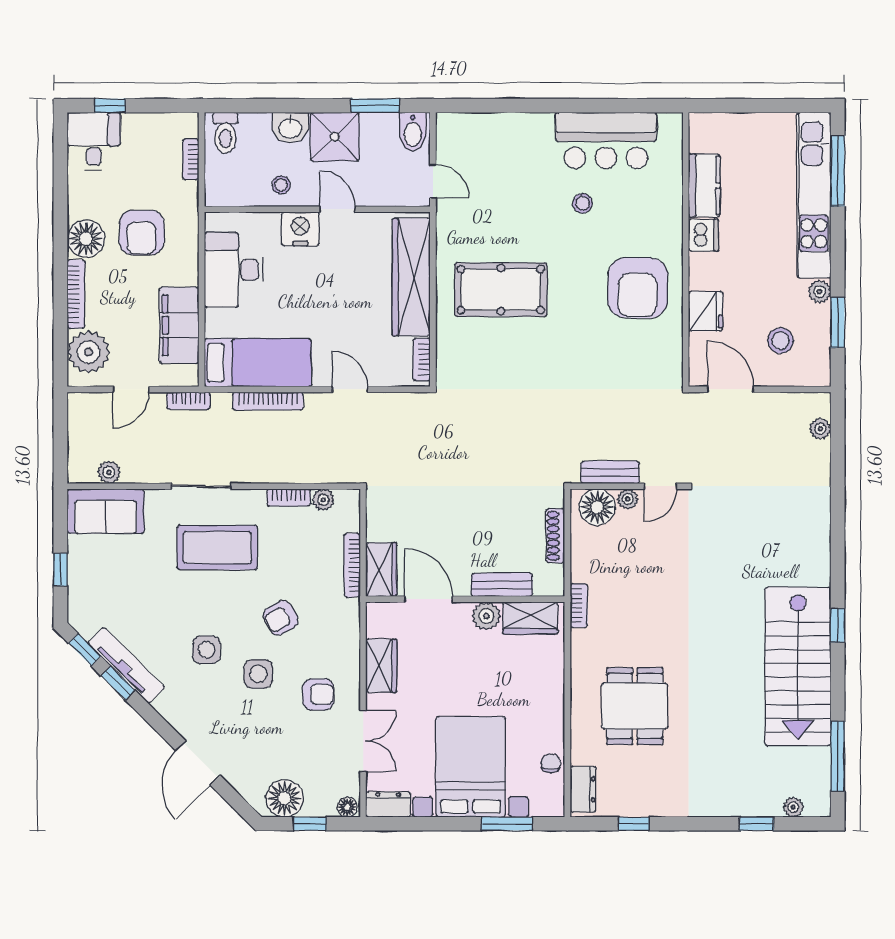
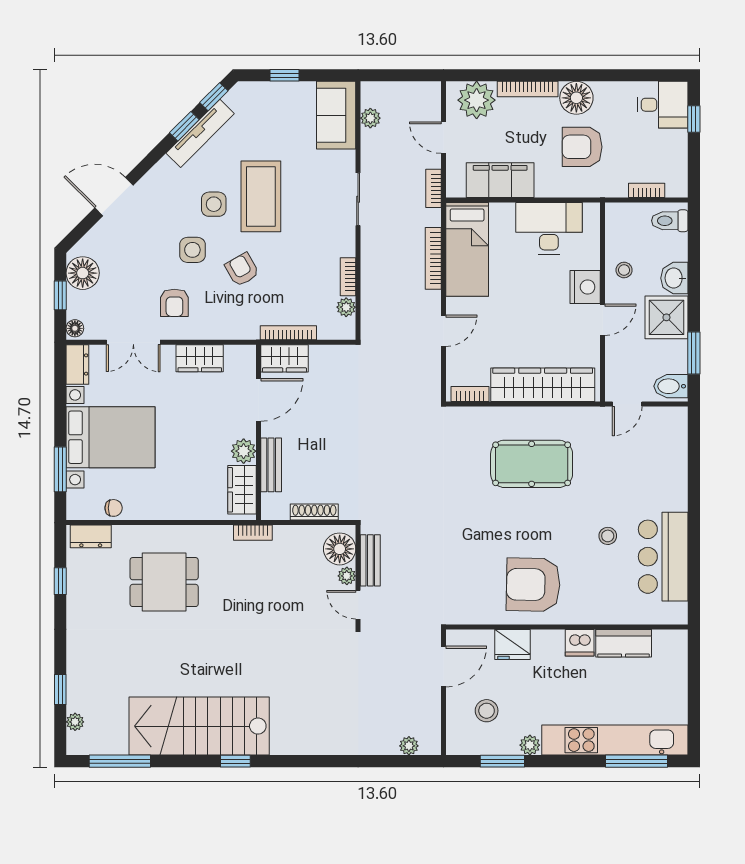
pool table: (501, 290) -> (532, 464), turned 90
coffee table: (217, 547) -> (261, 196), moved

